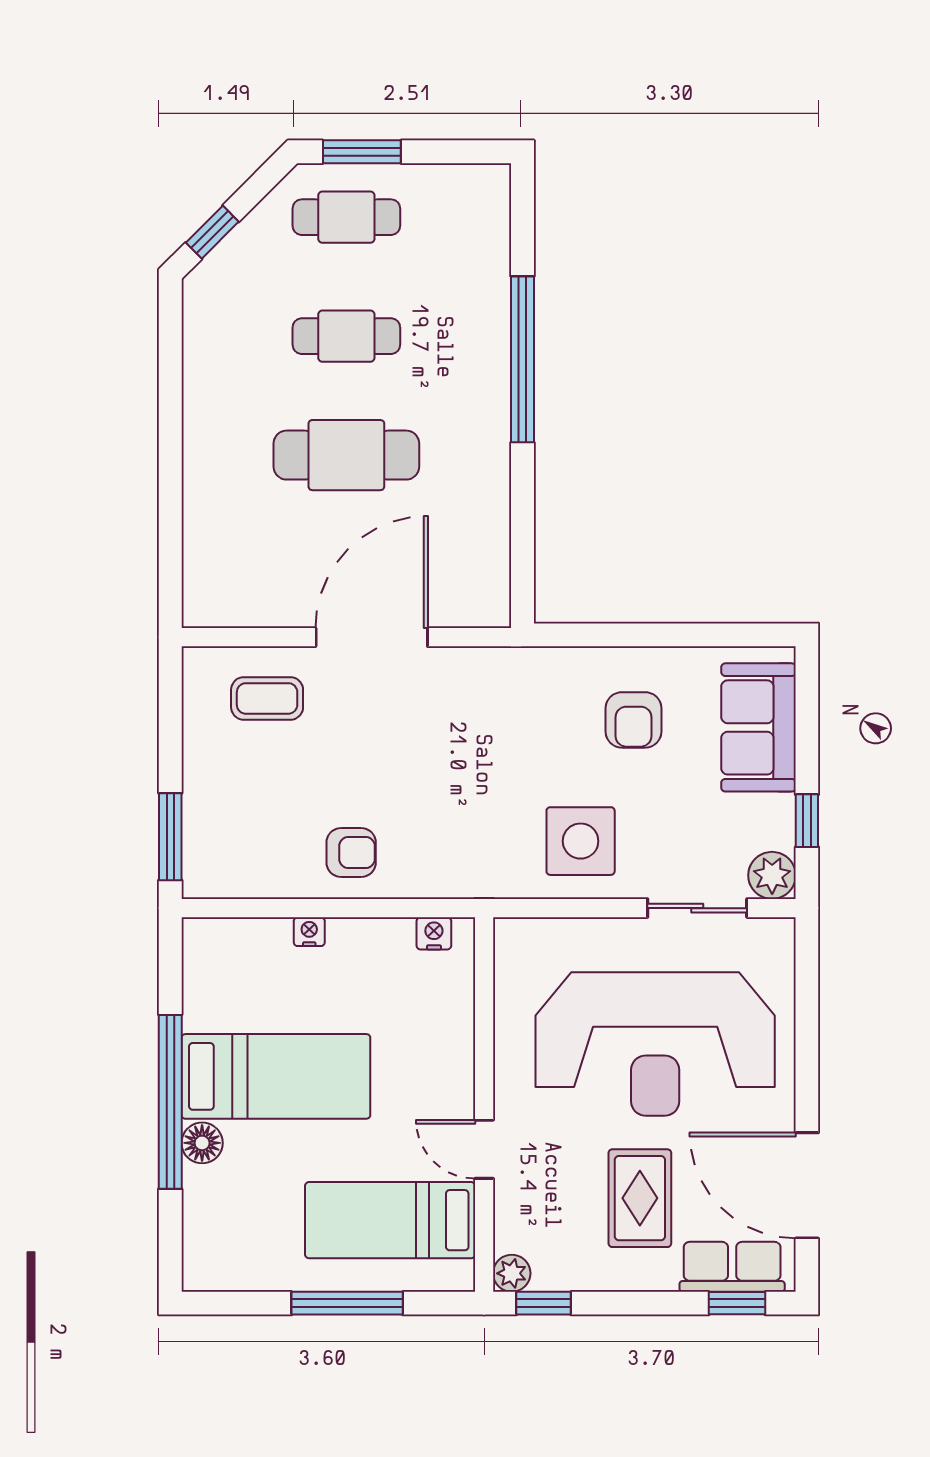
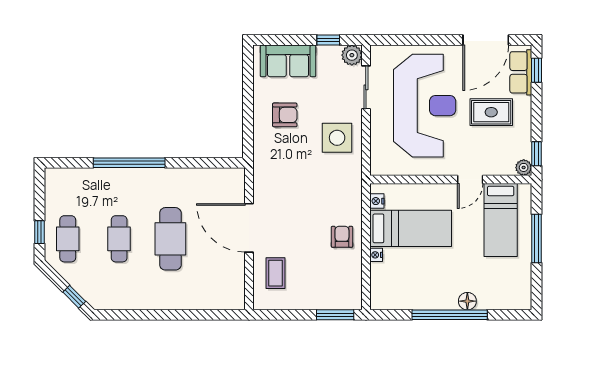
window: (362, 152) -> (40, 232), width x0.67
bed: (276, 1076) -> (411, 228), moved, turned 90

